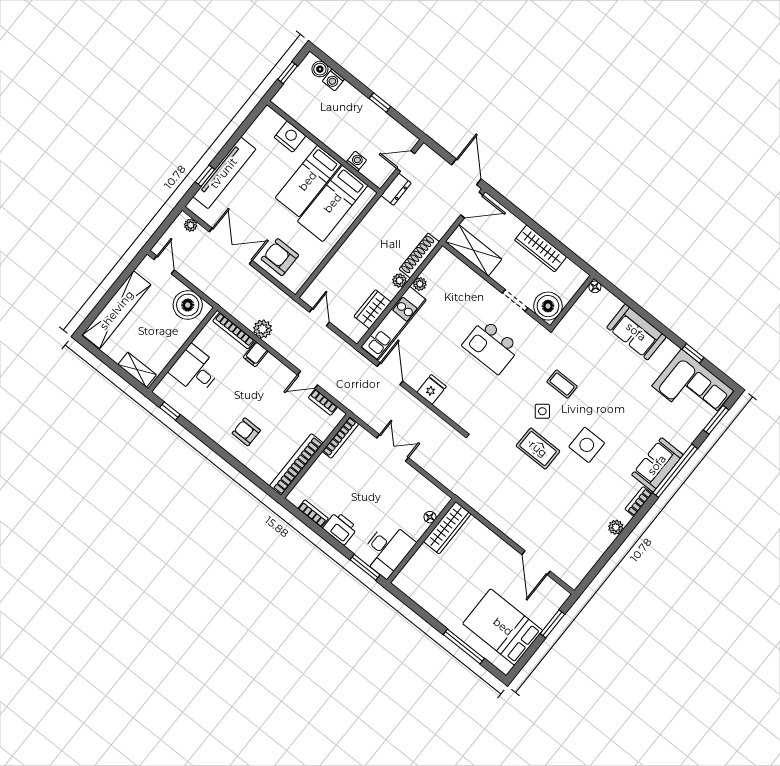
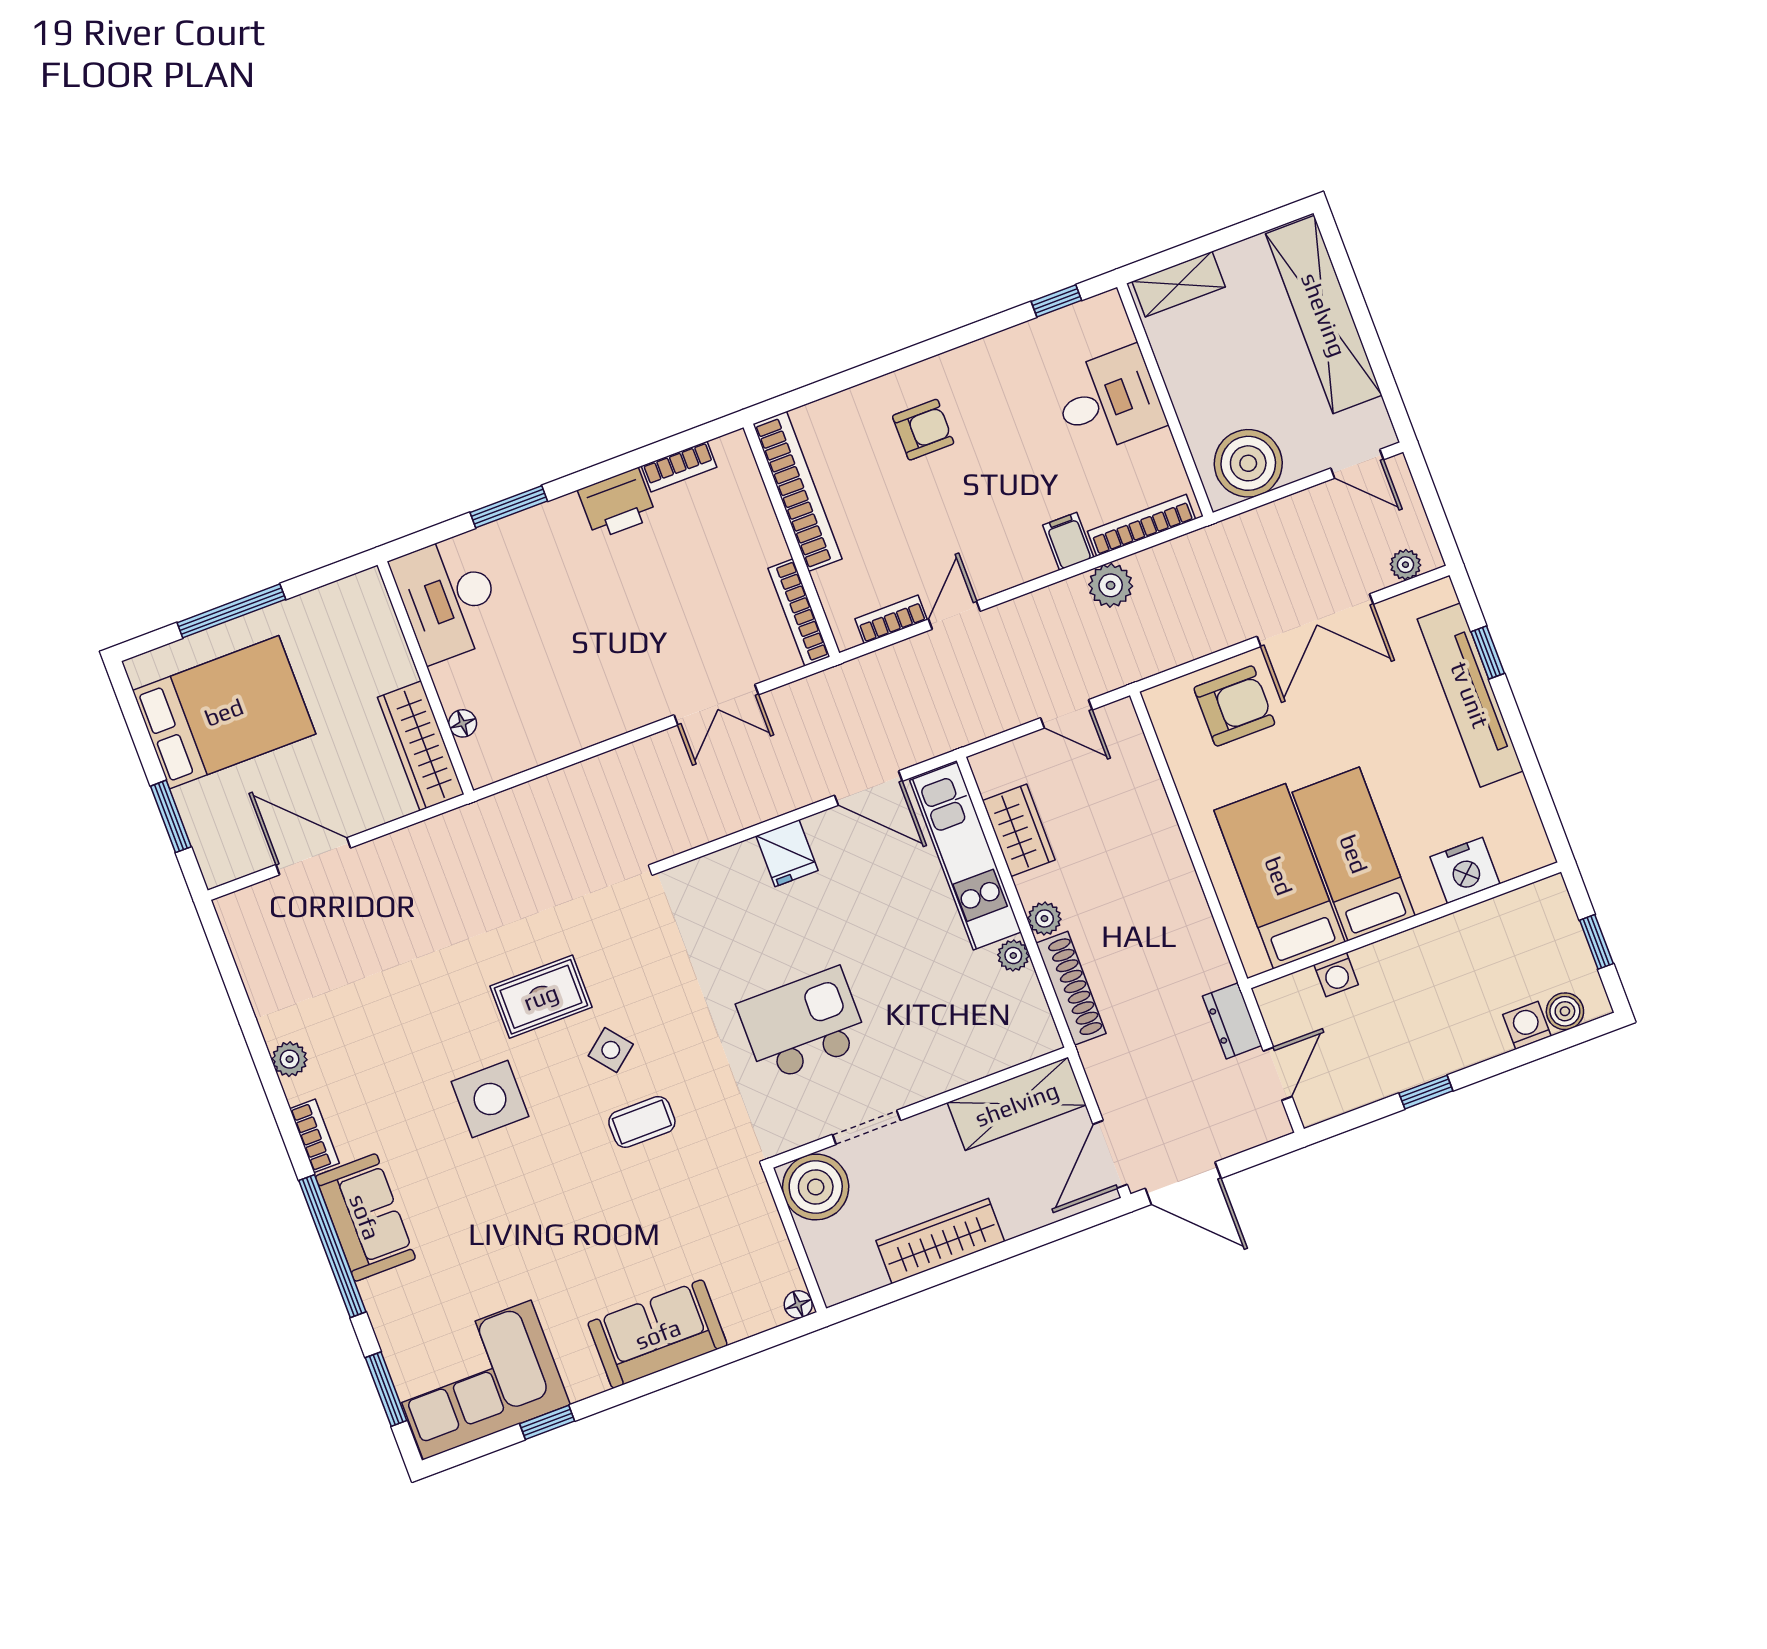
floor lamp: (430, 517) -> (463, 723), moved
wardrobe: (447, 528) -> (421, 746), moved
wall: (421, 541) -> (426, 678), moved
desk: (387, 550) -> (448, 598), moved

